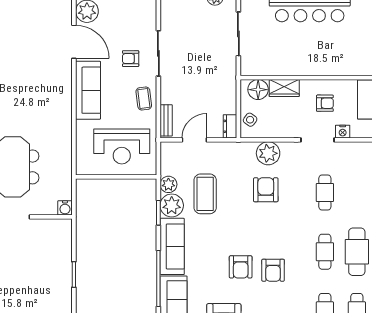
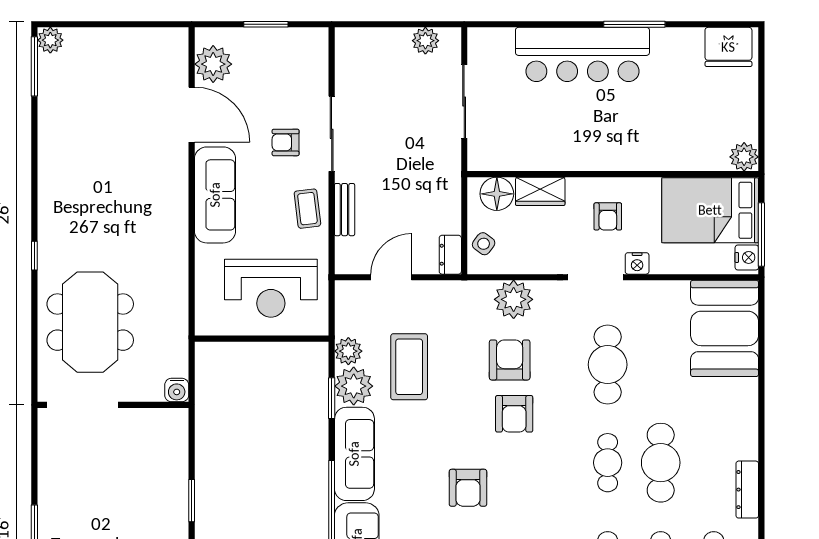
armchair: (325, 103) -> (608, 216), turned 90
bench: (166, 120) -> (345, 210), moved
cafe table: (325, 193) -> (608, 365), width x1.37, depth x1.35
armchair: (273, 270) -> (514, 414), moved

